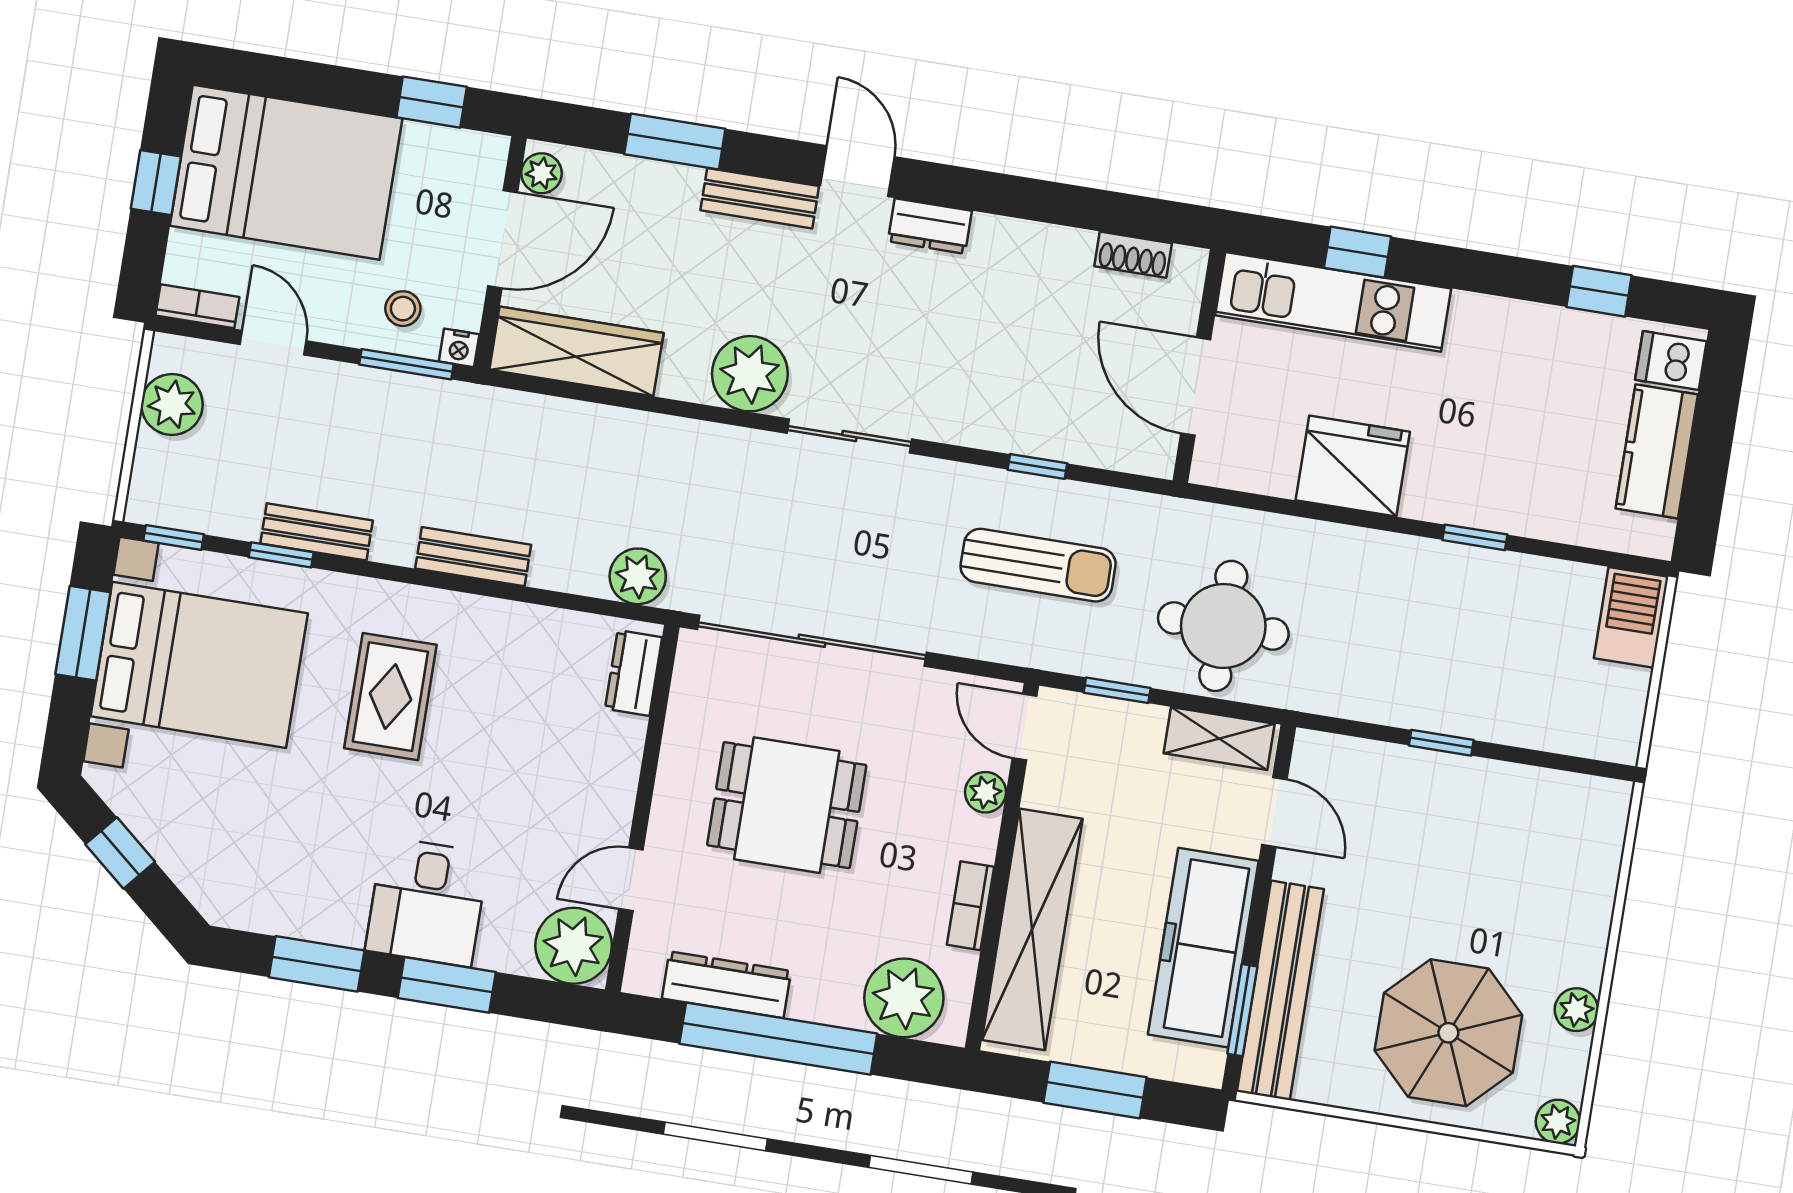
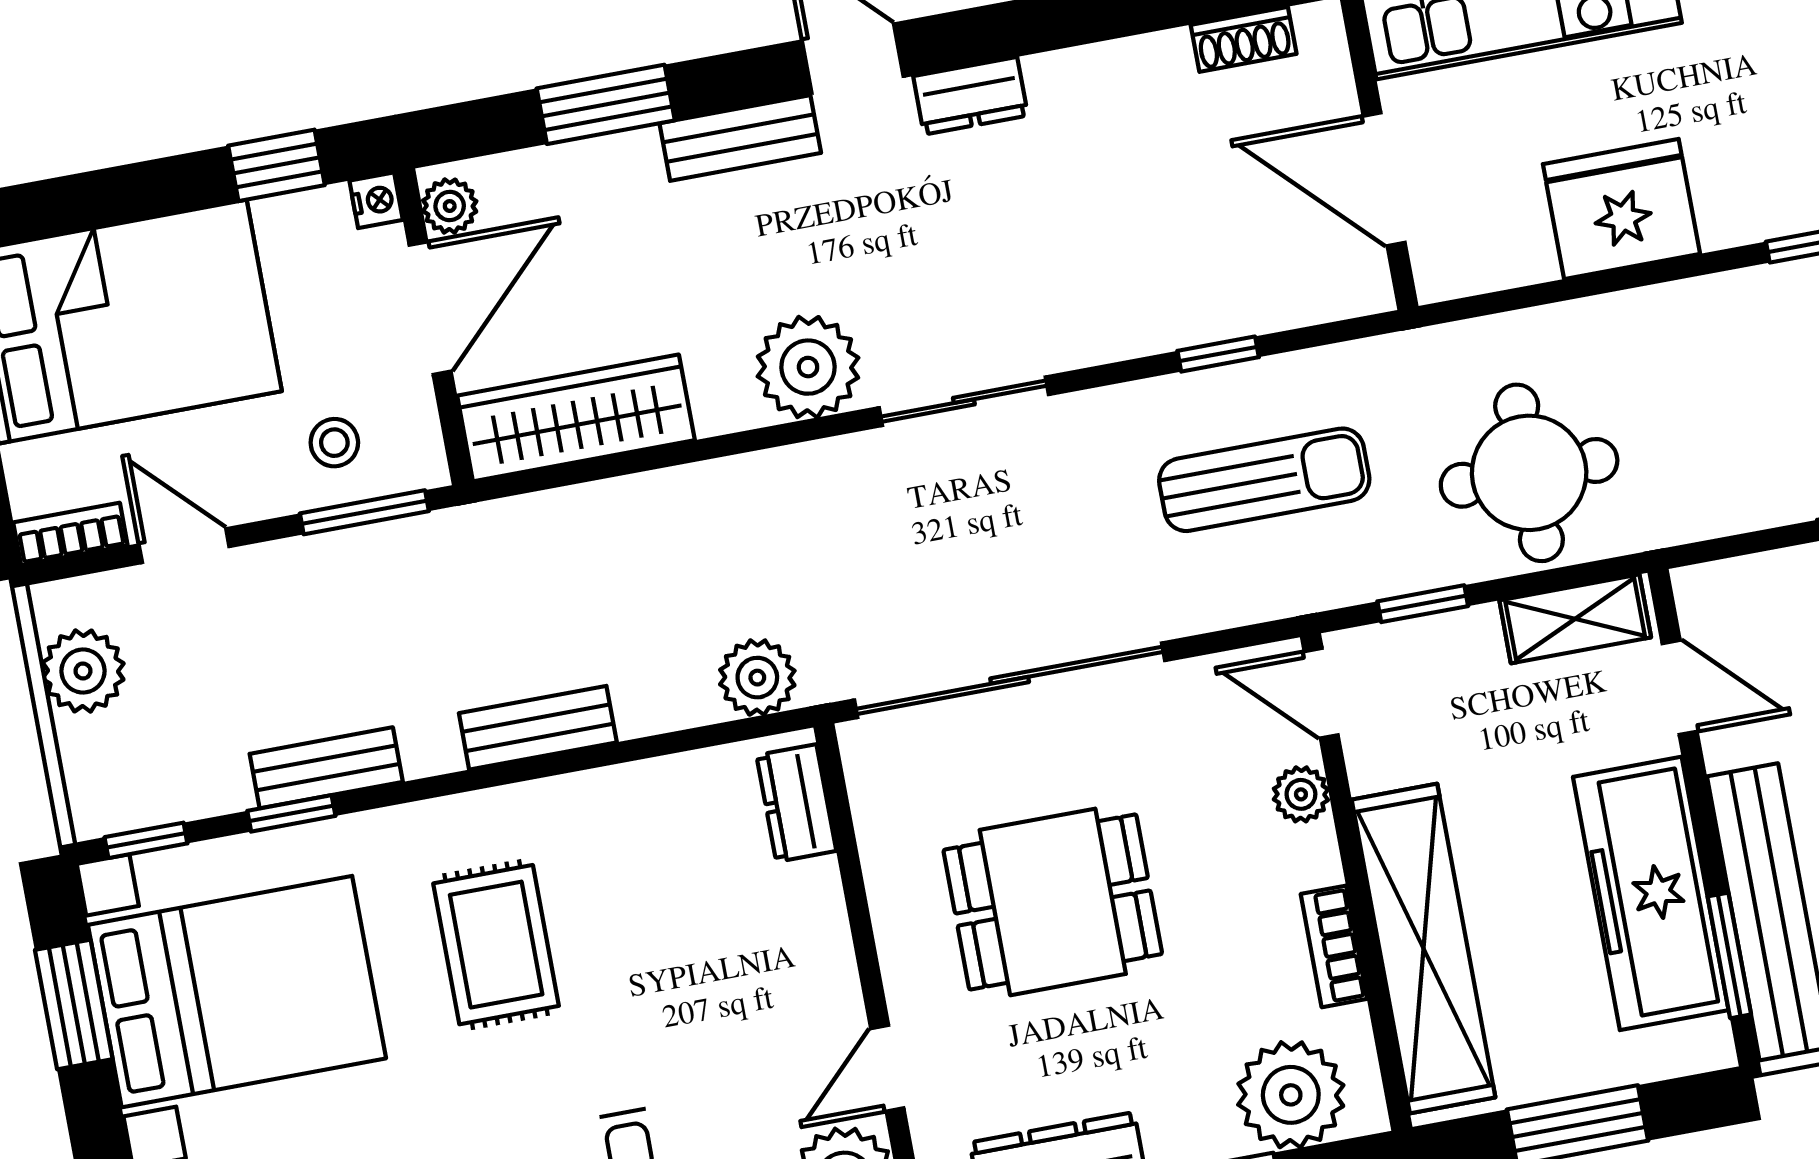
nightstand: (459, 348) -> (376, 200), moved, turned -90

